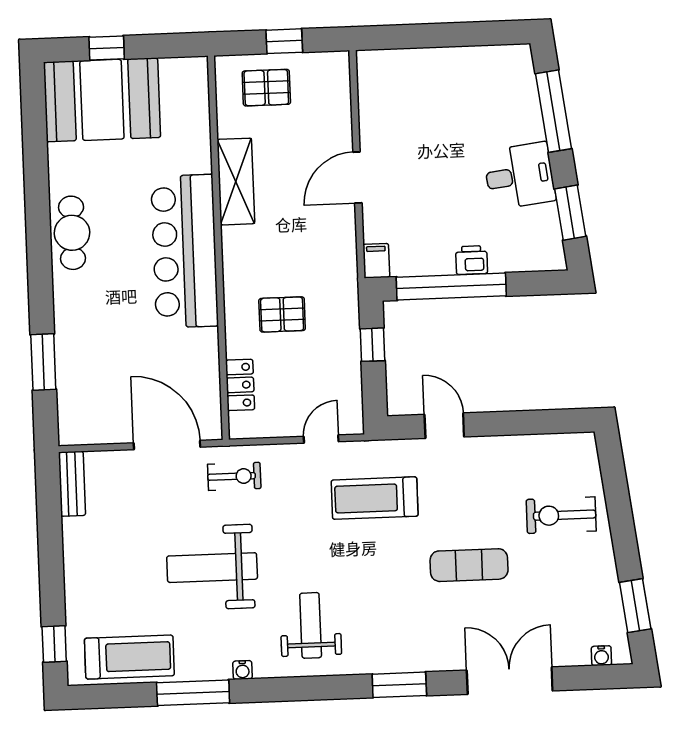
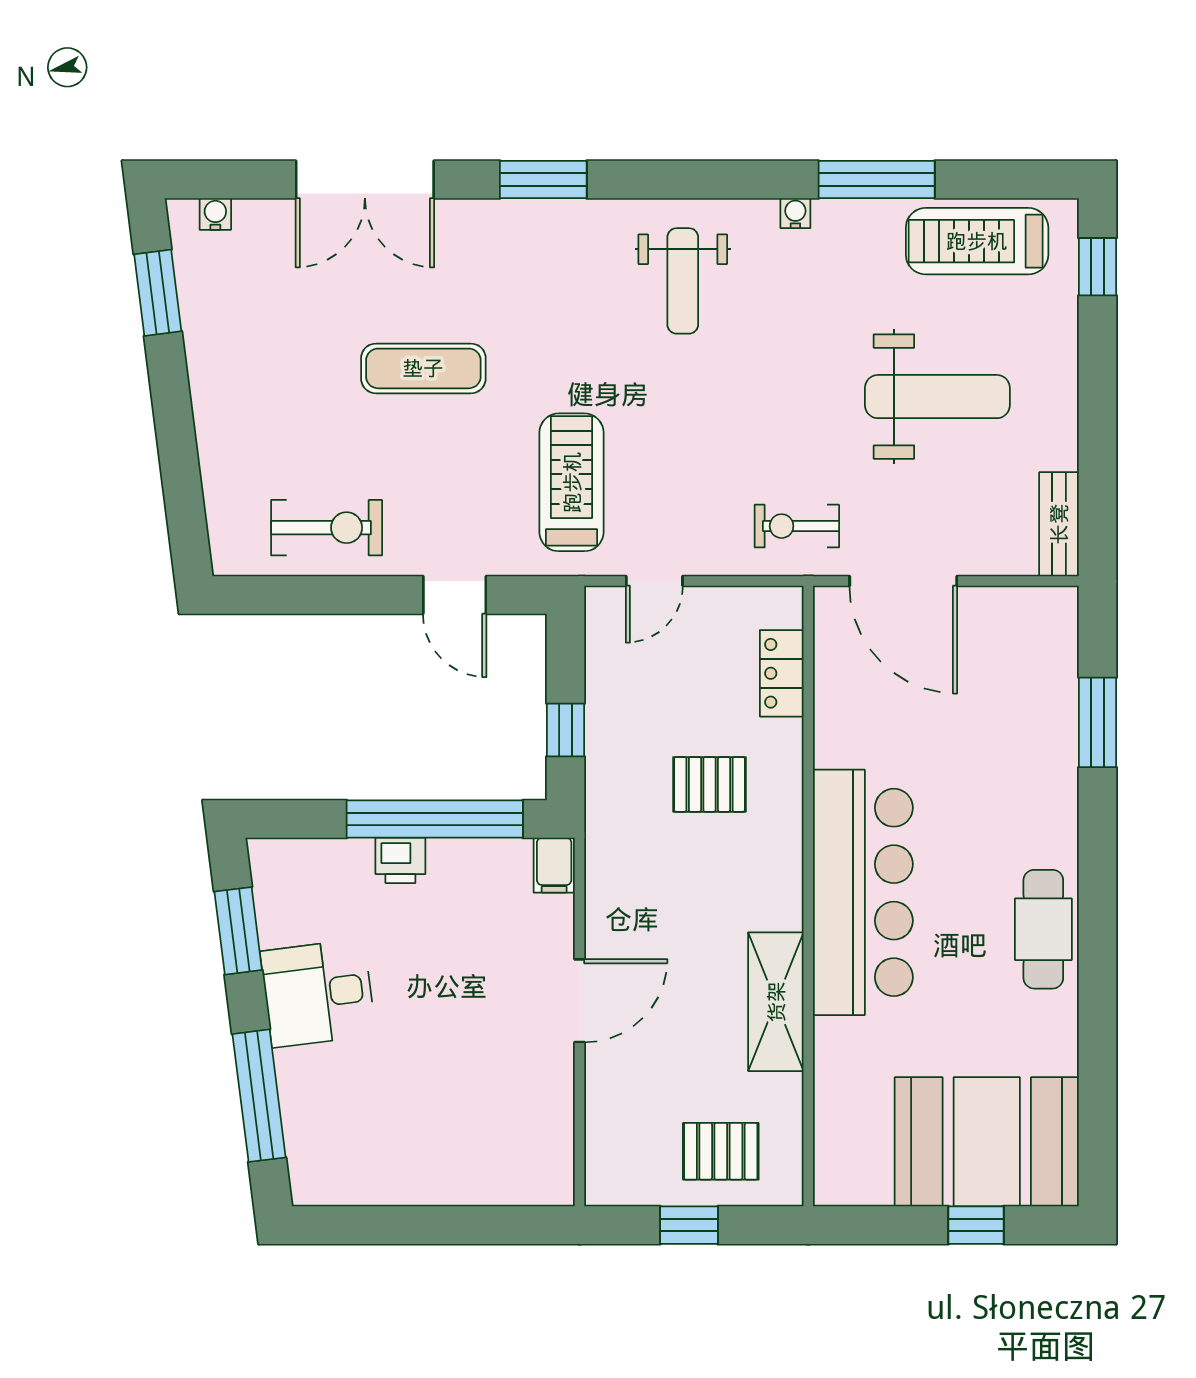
treadmill: (375, 498) -> (572, 482), turned -90
exercise bike: (561, 515) -> (327, 528), moved
weight bench: (212, 568) -> (937, 397), moved

